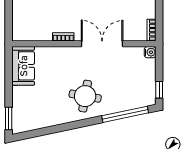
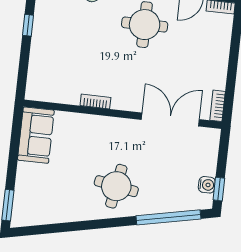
double door: (102, 44) -> (170, 119), moved
water cooler: (150, 52) -> (207, 185), moved

